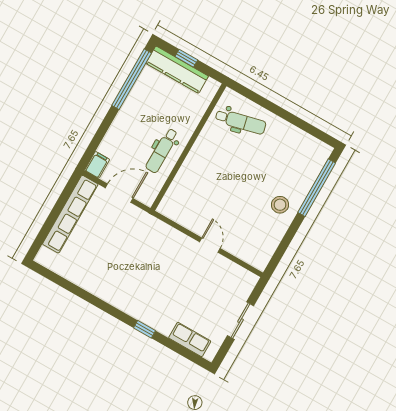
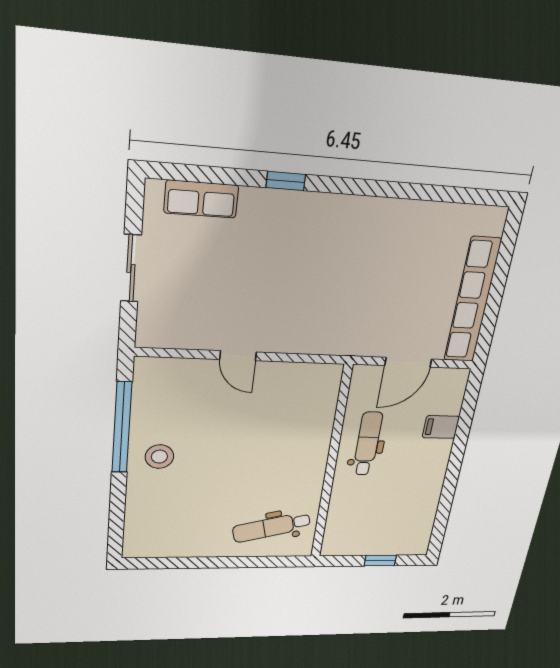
kitchen counter: (177, 70) -> (387, 543), removed
window: (132, 79) -> (445, 505), removed
filing cabinet: (97, 165) -> (441, 427), moved, turned 90
window: (317, 188) -> (122, 428), moved

